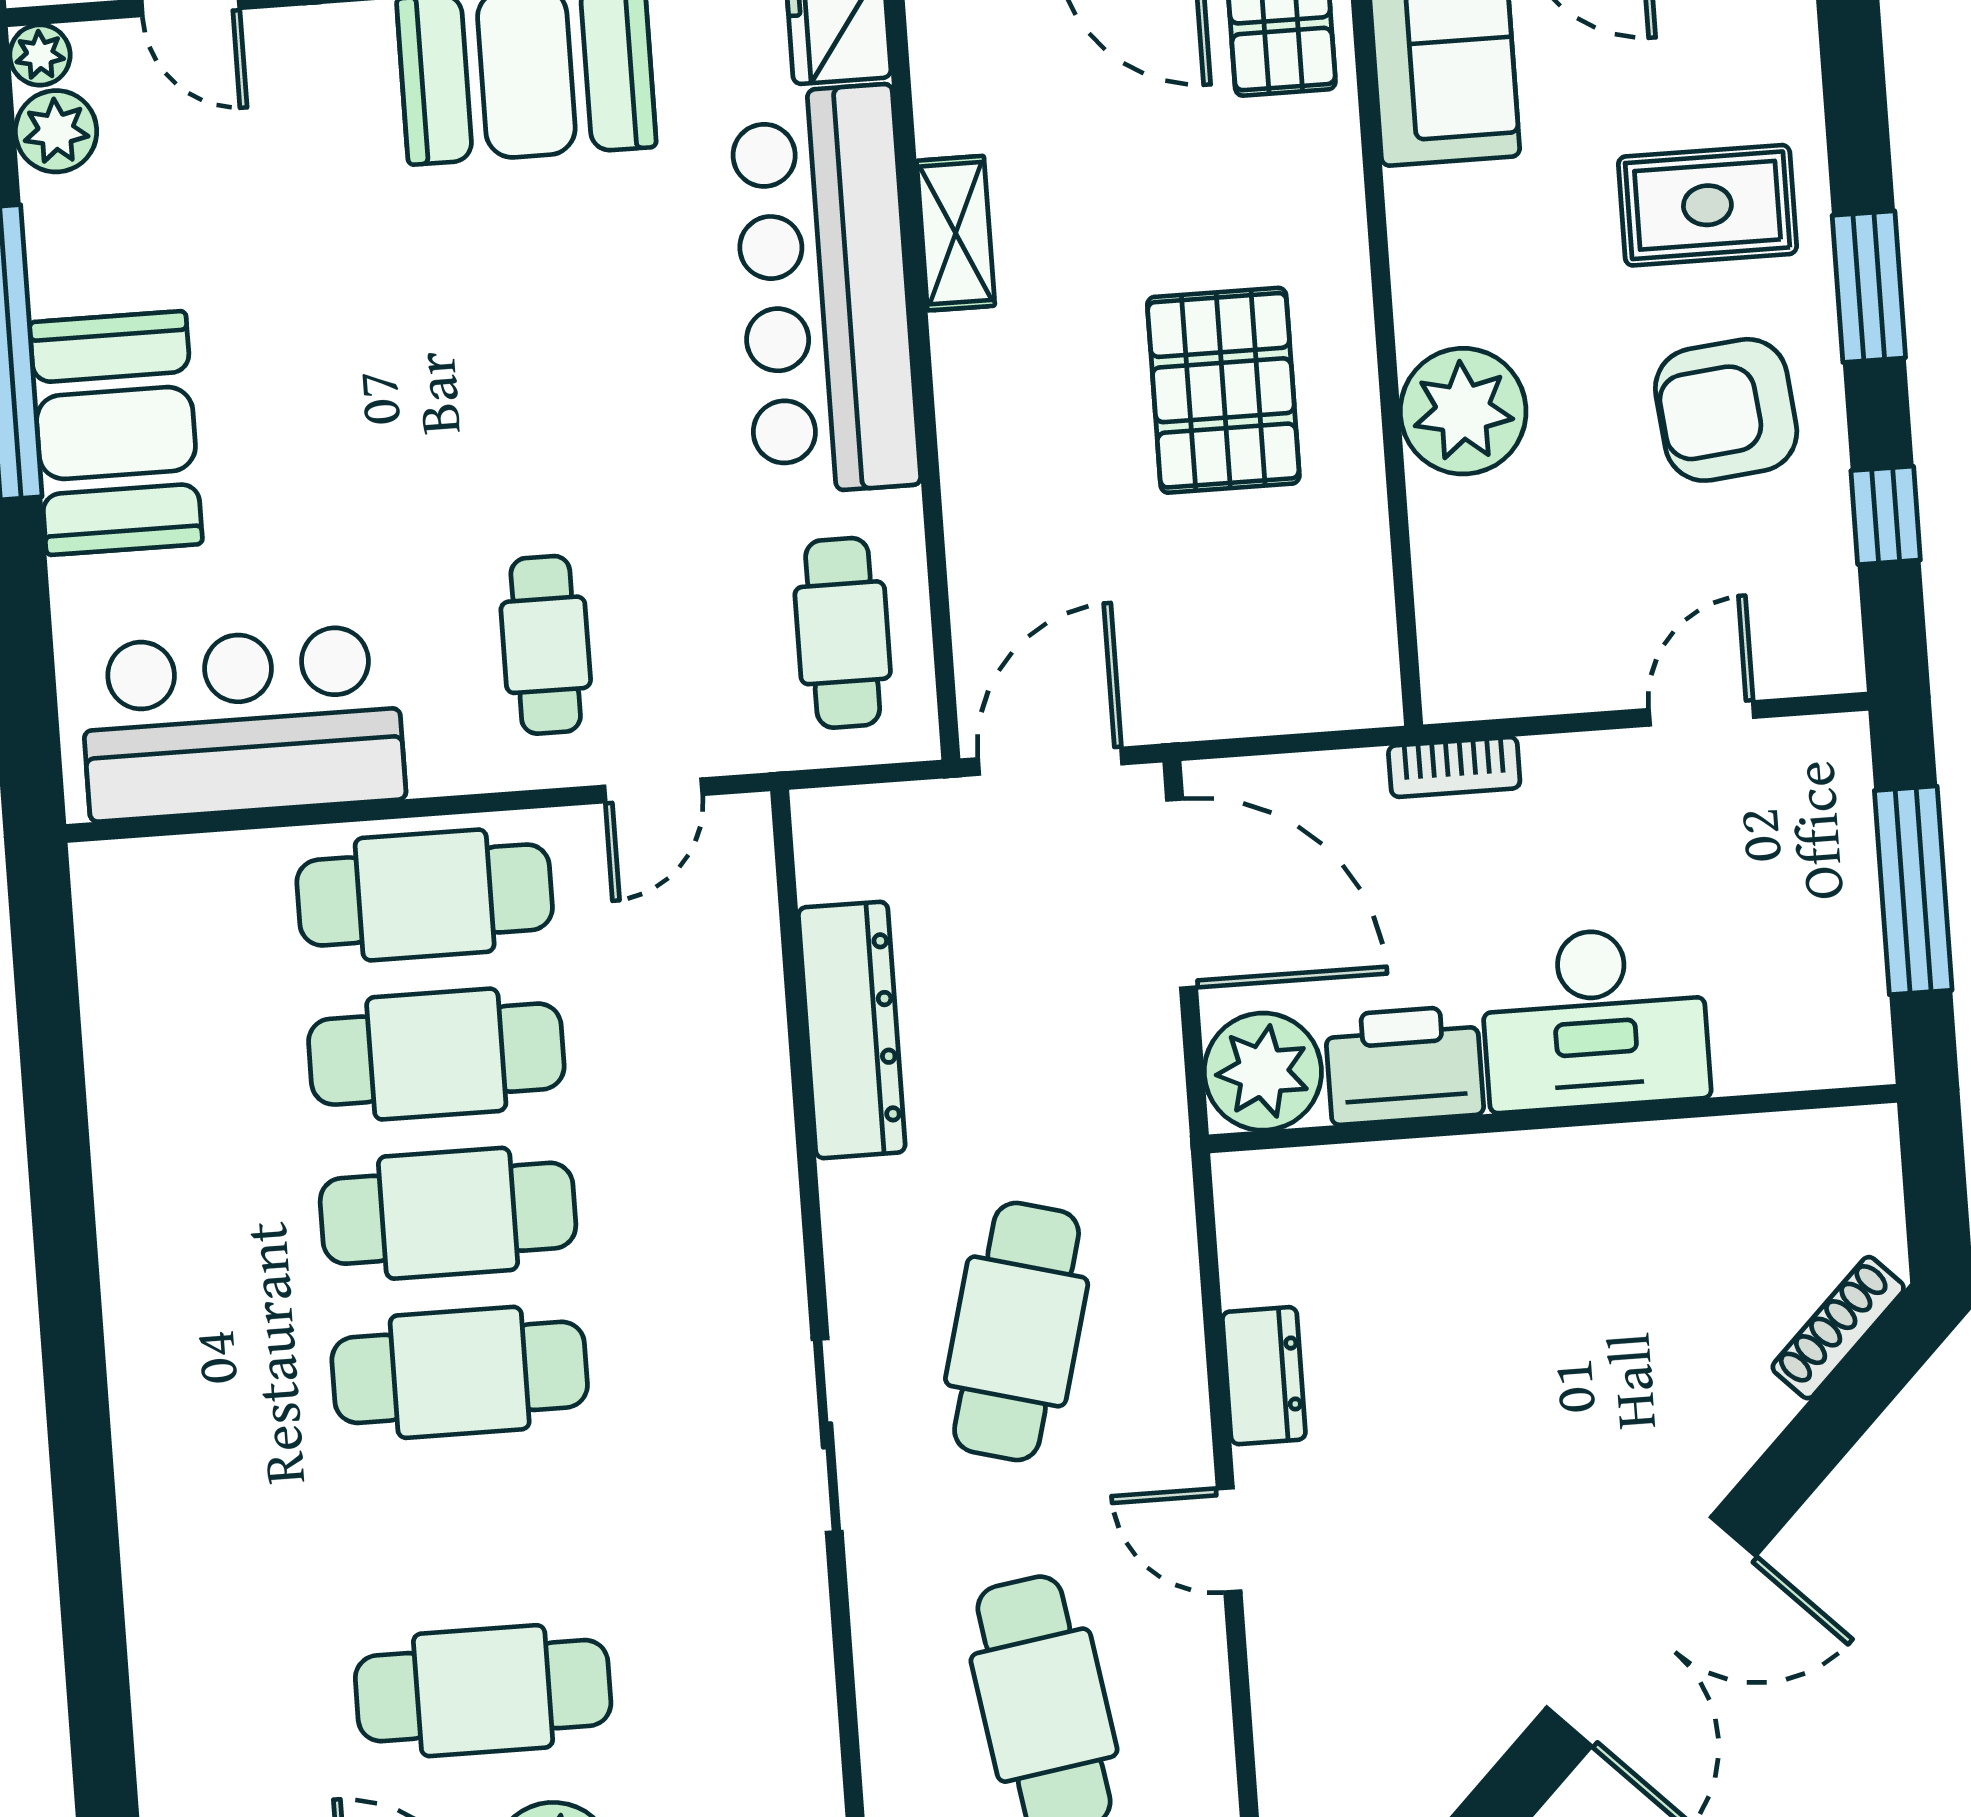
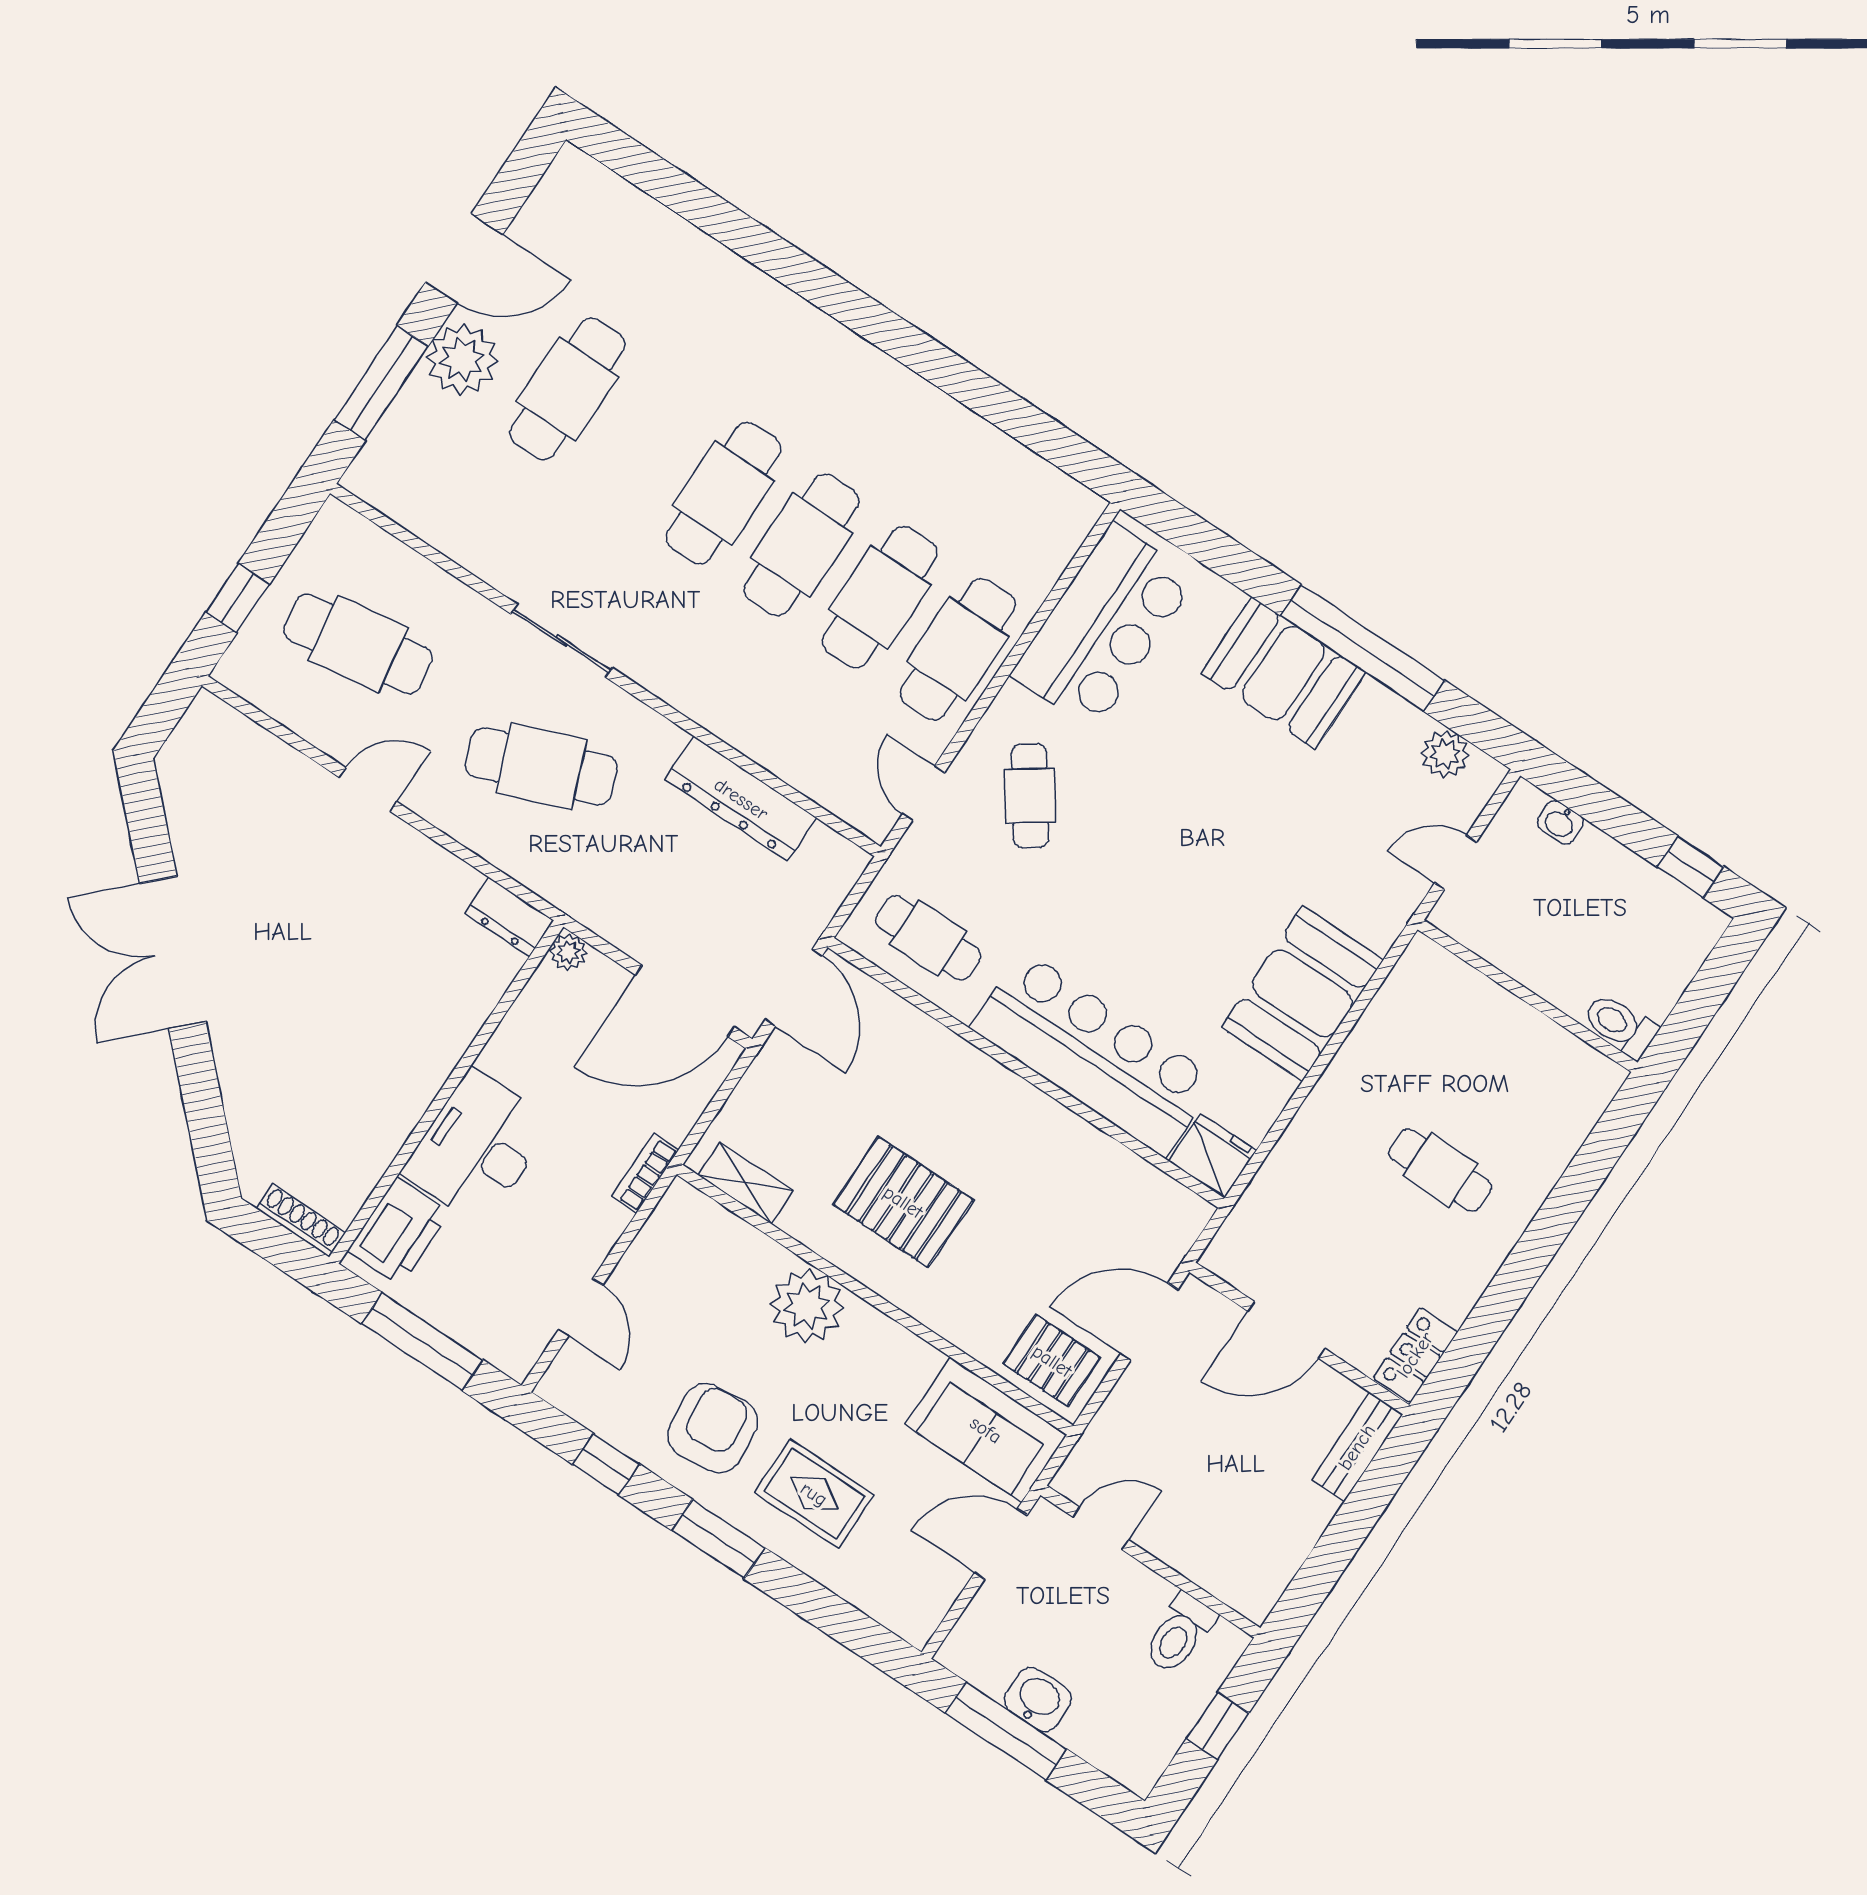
plant: (40, 55) -> (1486, 774), removed
rug: (1707, 205) -> (814, 1494), turned 90
shelving: (956, 233) -> (745, 1183), moved
cafe table: (546, 645) -> (1030, 796), turned 55
printer: (1404, 1065) -> (399, 1232), moved
plant: (1263, 1072) -> (568, 952), width x0.53, depth x0.53
shoe rack: (1838, 1328) -> (301, 1220), moved, turned -45
cafe table: (1017, 1331) -> (541, 766), turned -36
dresser: (1264, 1376) -> (509, 917), moved

